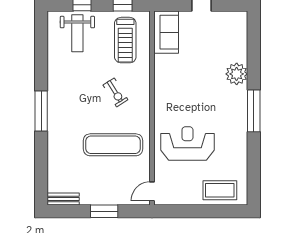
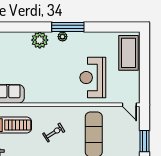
plant: (241, 104) -> (63, 37), added
coffee table: (220, 190) -> (129, 53), width x1.36, depth x1.32

